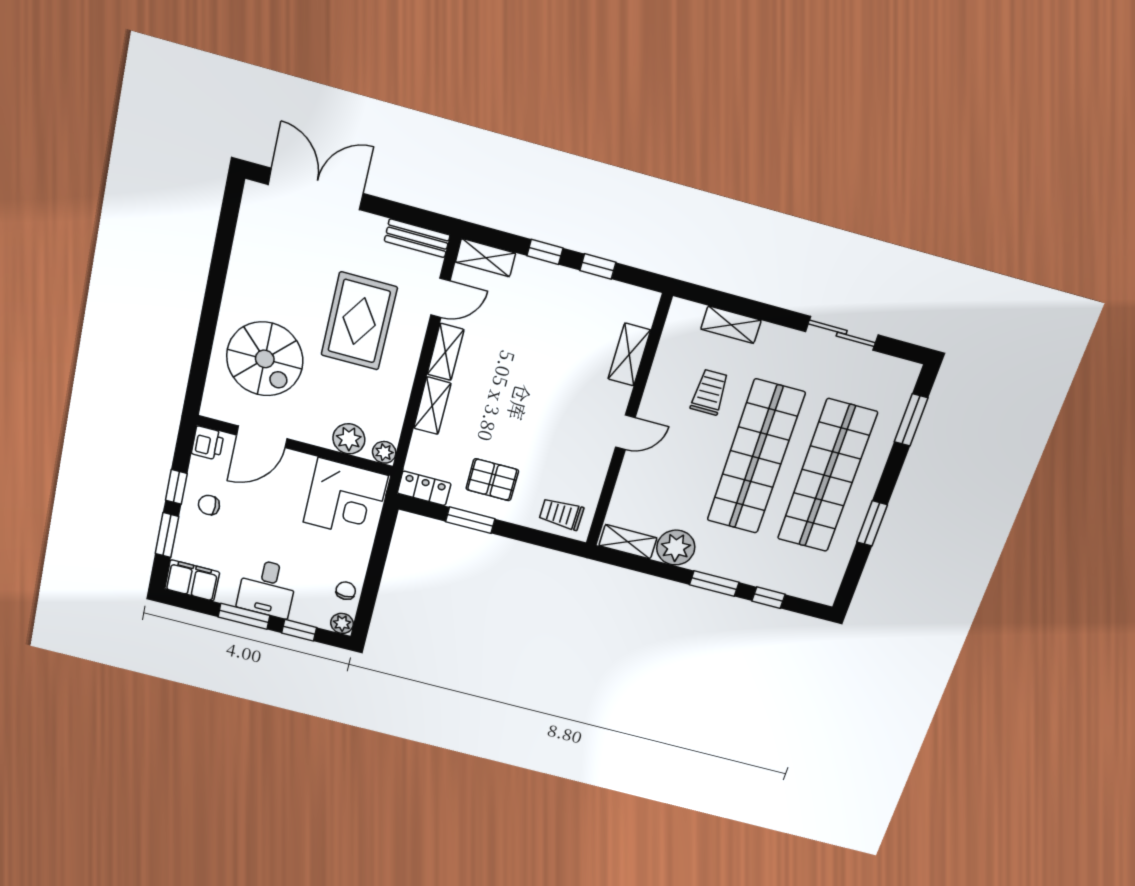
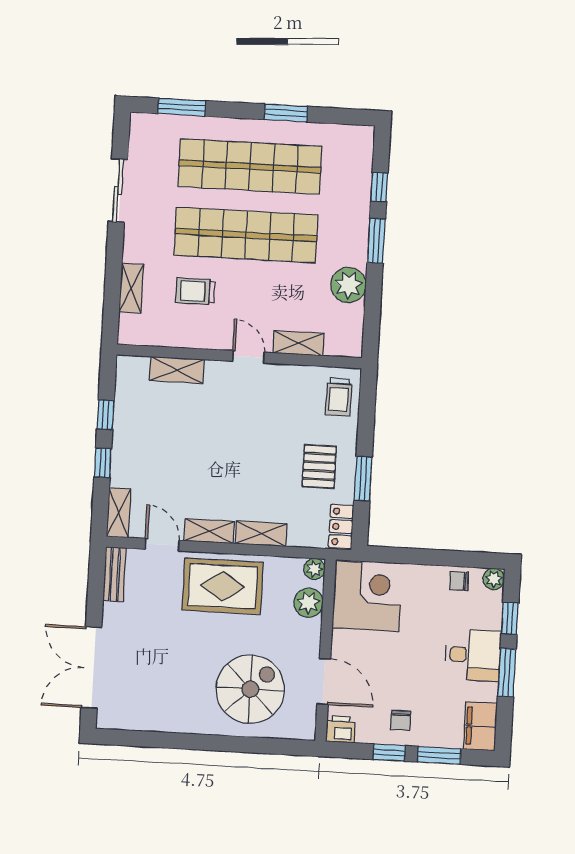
rug: (359, 321) -> (223, 586), moved
shelving: (628, 542) -> (298, 343), moved, turned 90

